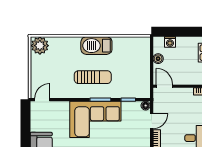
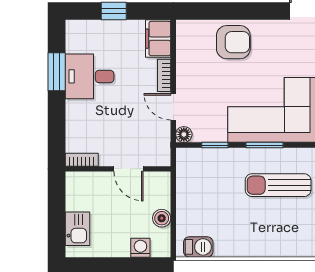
barbecue: (96, 46) -> (198, 247), moved, width x0.53, depth x0.65
door: (164, 86) -> (129, 169), moved
door: (152, 121) -> (173, 107), hinge flipped

